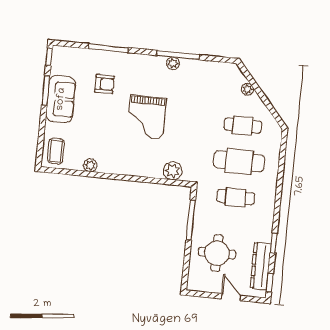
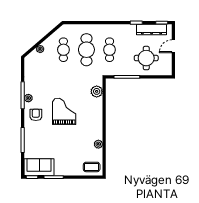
armchair: (104, 84) -> (36, 115), moved
sofa: (61, 99) -> (39, 167), moved
grand piano: (147, 117) -> (64, 111), turned -90

